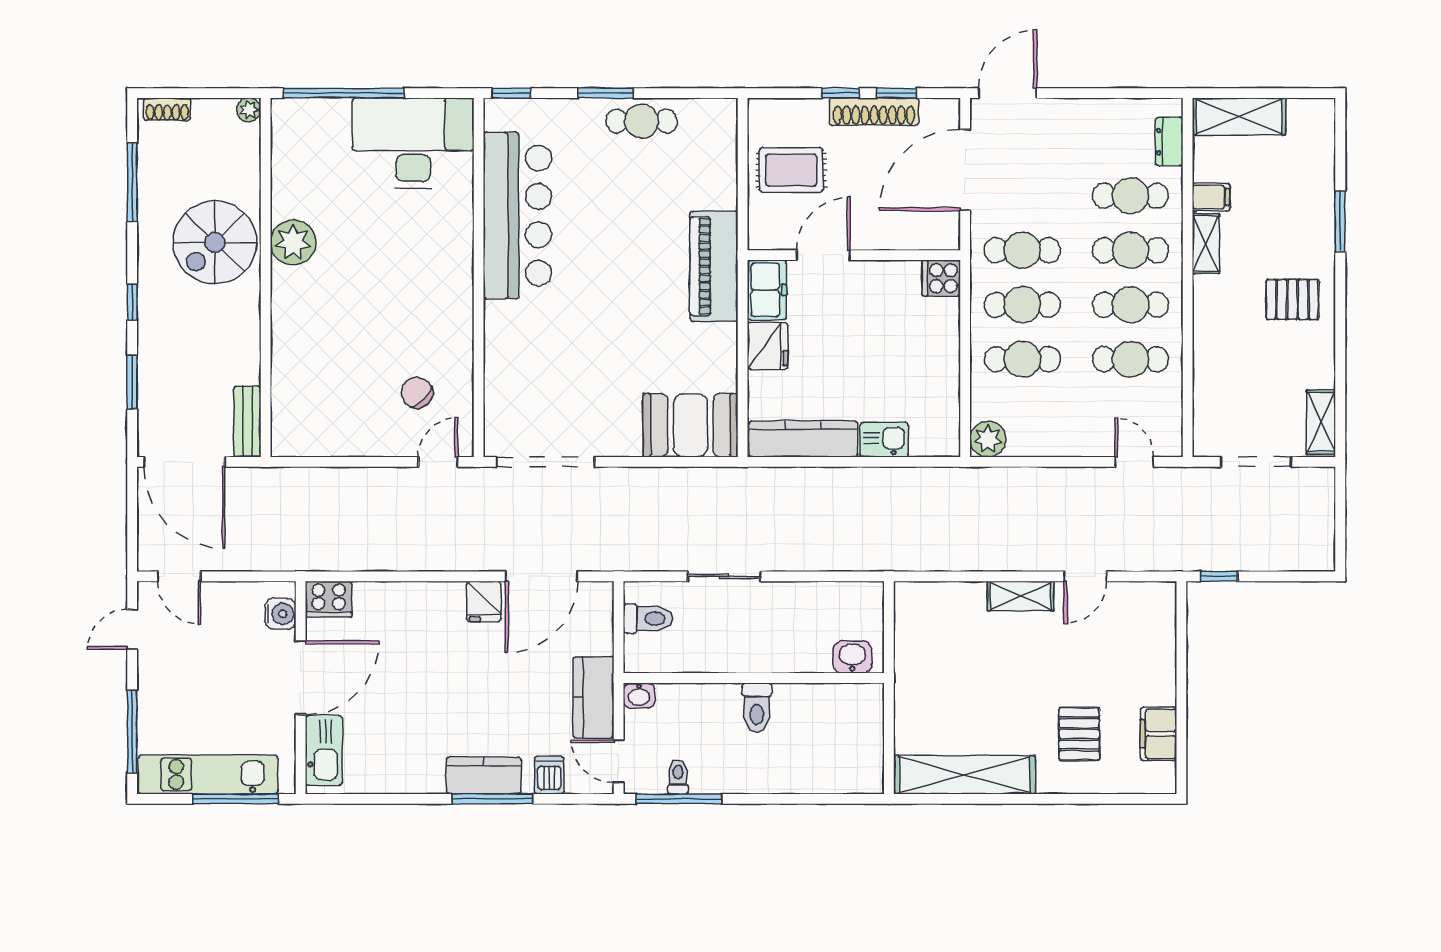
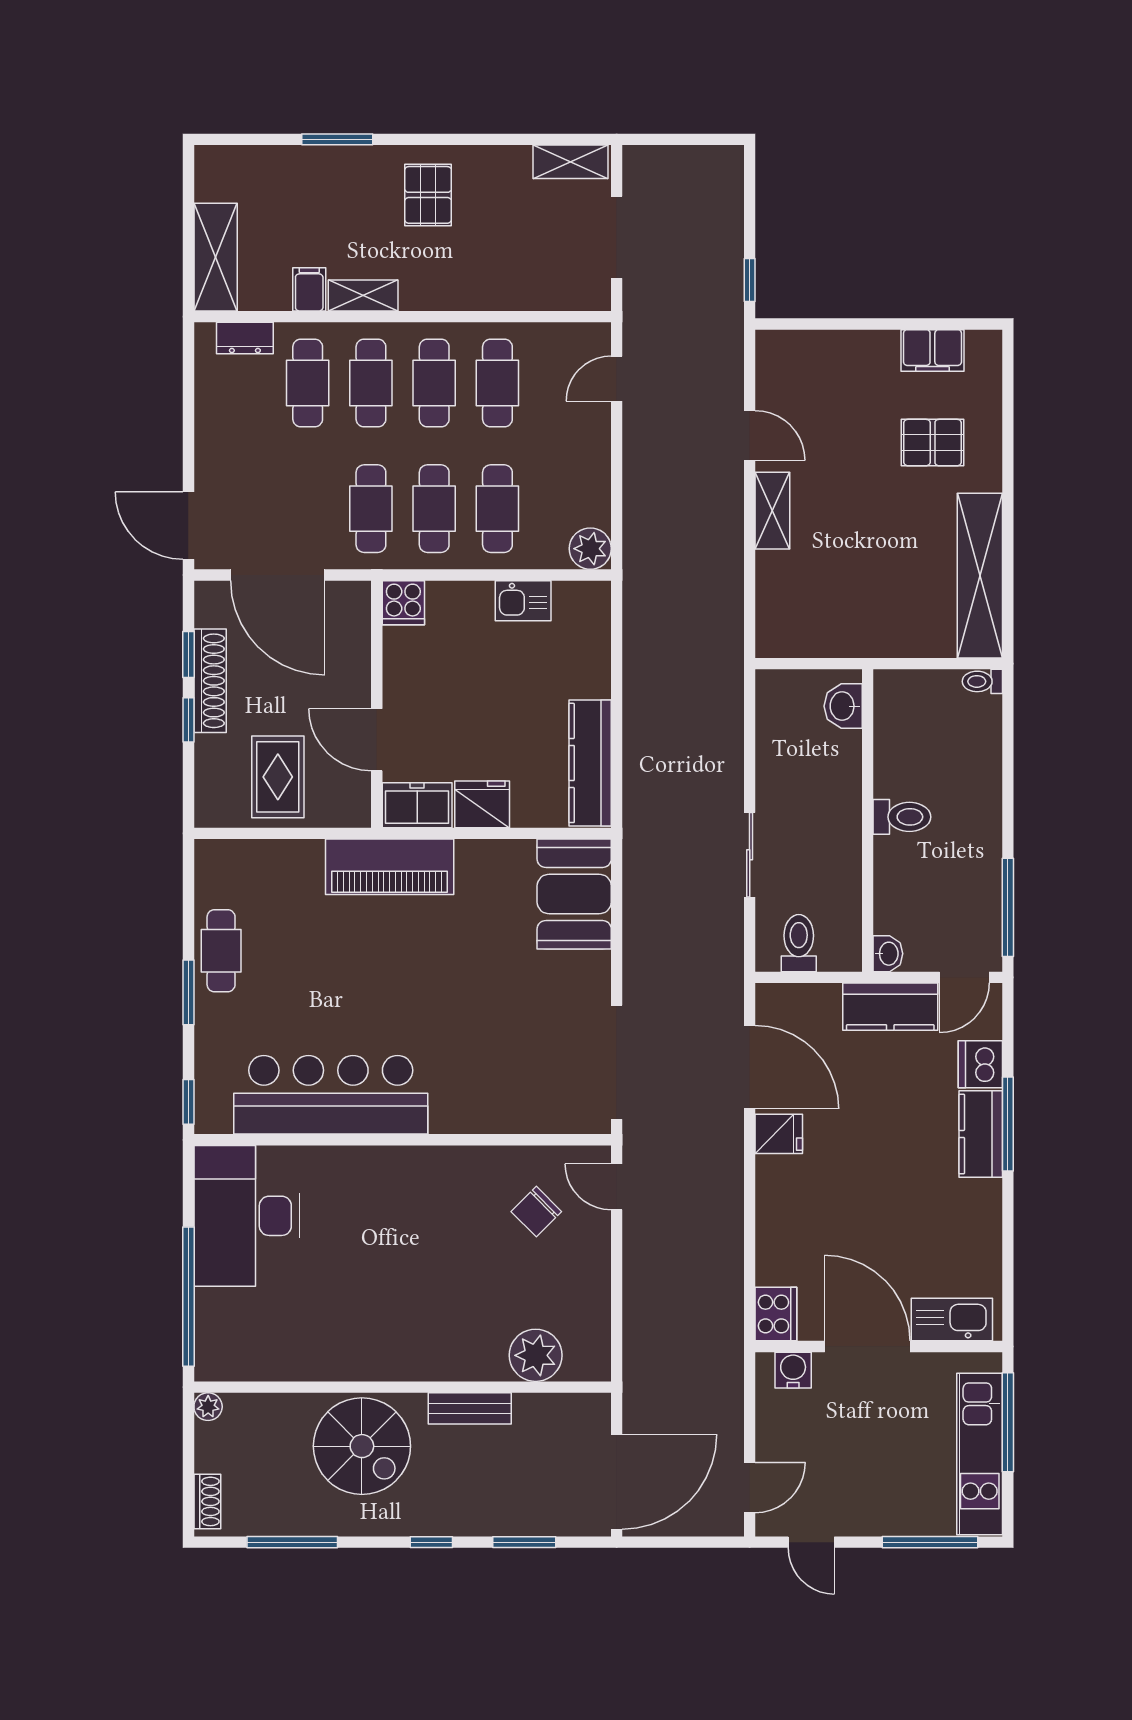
plant: (293, 242) -> (536, 1355), moved
bench: (247, 421) -> (470, 1408), moved
kitchen sink: (884, 440) -> (523, 601), moved, turned -90
dishwasher: (549, 775) -> (980, 1064), width x1.38
toilet: (678, 777) -> (982, 681), moved

